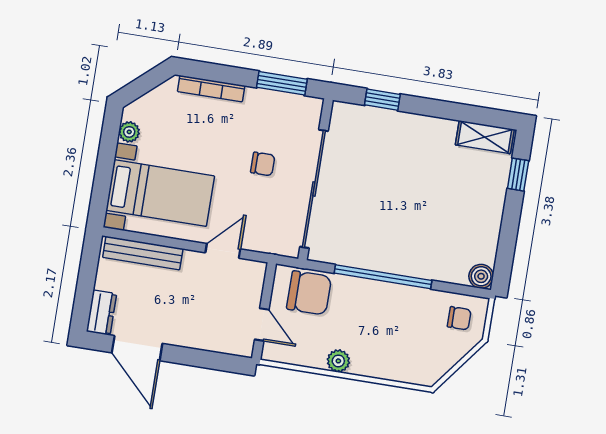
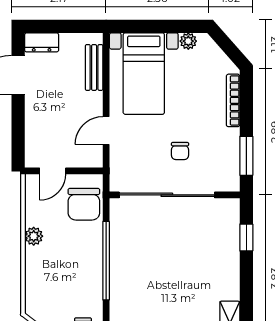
door: (223, 251) -> (106, 131), swing flipped
bench: (143, 253) -> (94, 67), width x0.73

